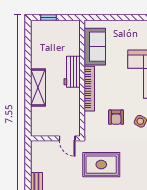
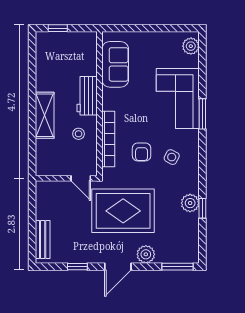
bookcase: (89, 89) -> (108, 139), moved
stool: (65, 103) -> (79, 134), added
rug: (101, 165) -> (123, 211), width x1.37, depth x1.44

